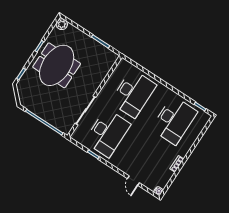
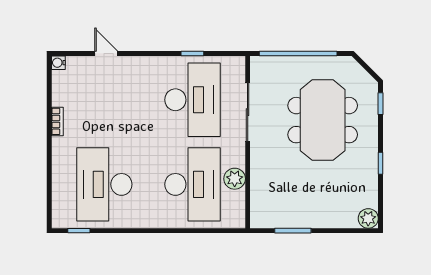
meeting table: (57, 65) -> (323, 120), moved
plant: (112, 83) -> (235, 179), added
desk: (133, 94) -> (192, 184), turned 180
desk: (107, 133) -> (192, 100), turned 180

